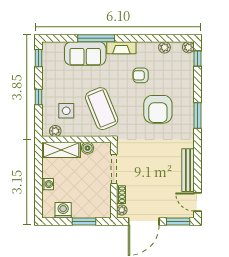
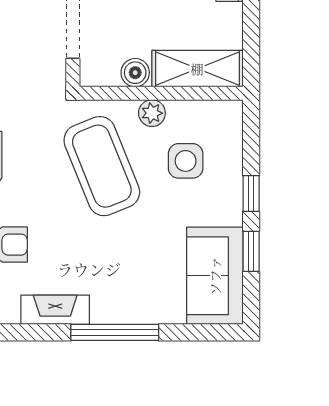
sofa: (85, 53) -> (215, 276), moved, turned -90
window: (39, 58) -> (251, 251), moved
plant: (55, 131) -> (152, 113), moved

